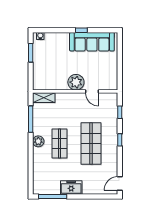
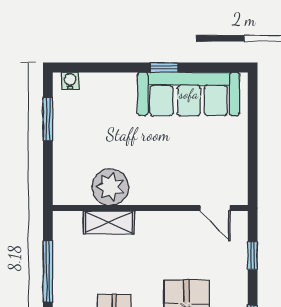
plant: (76, 82) -> (110, 187), moved
door: (92, 91) -> (215, 208), moved
shelving: (44, 98) -> (109, 222), moved

